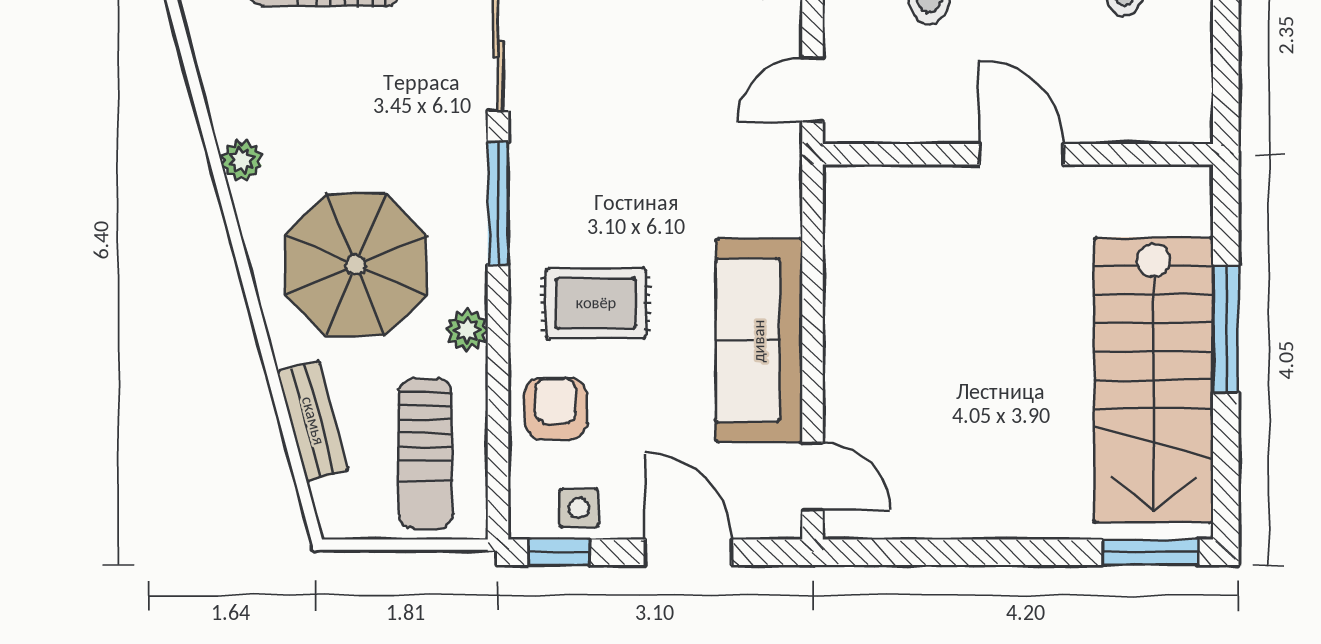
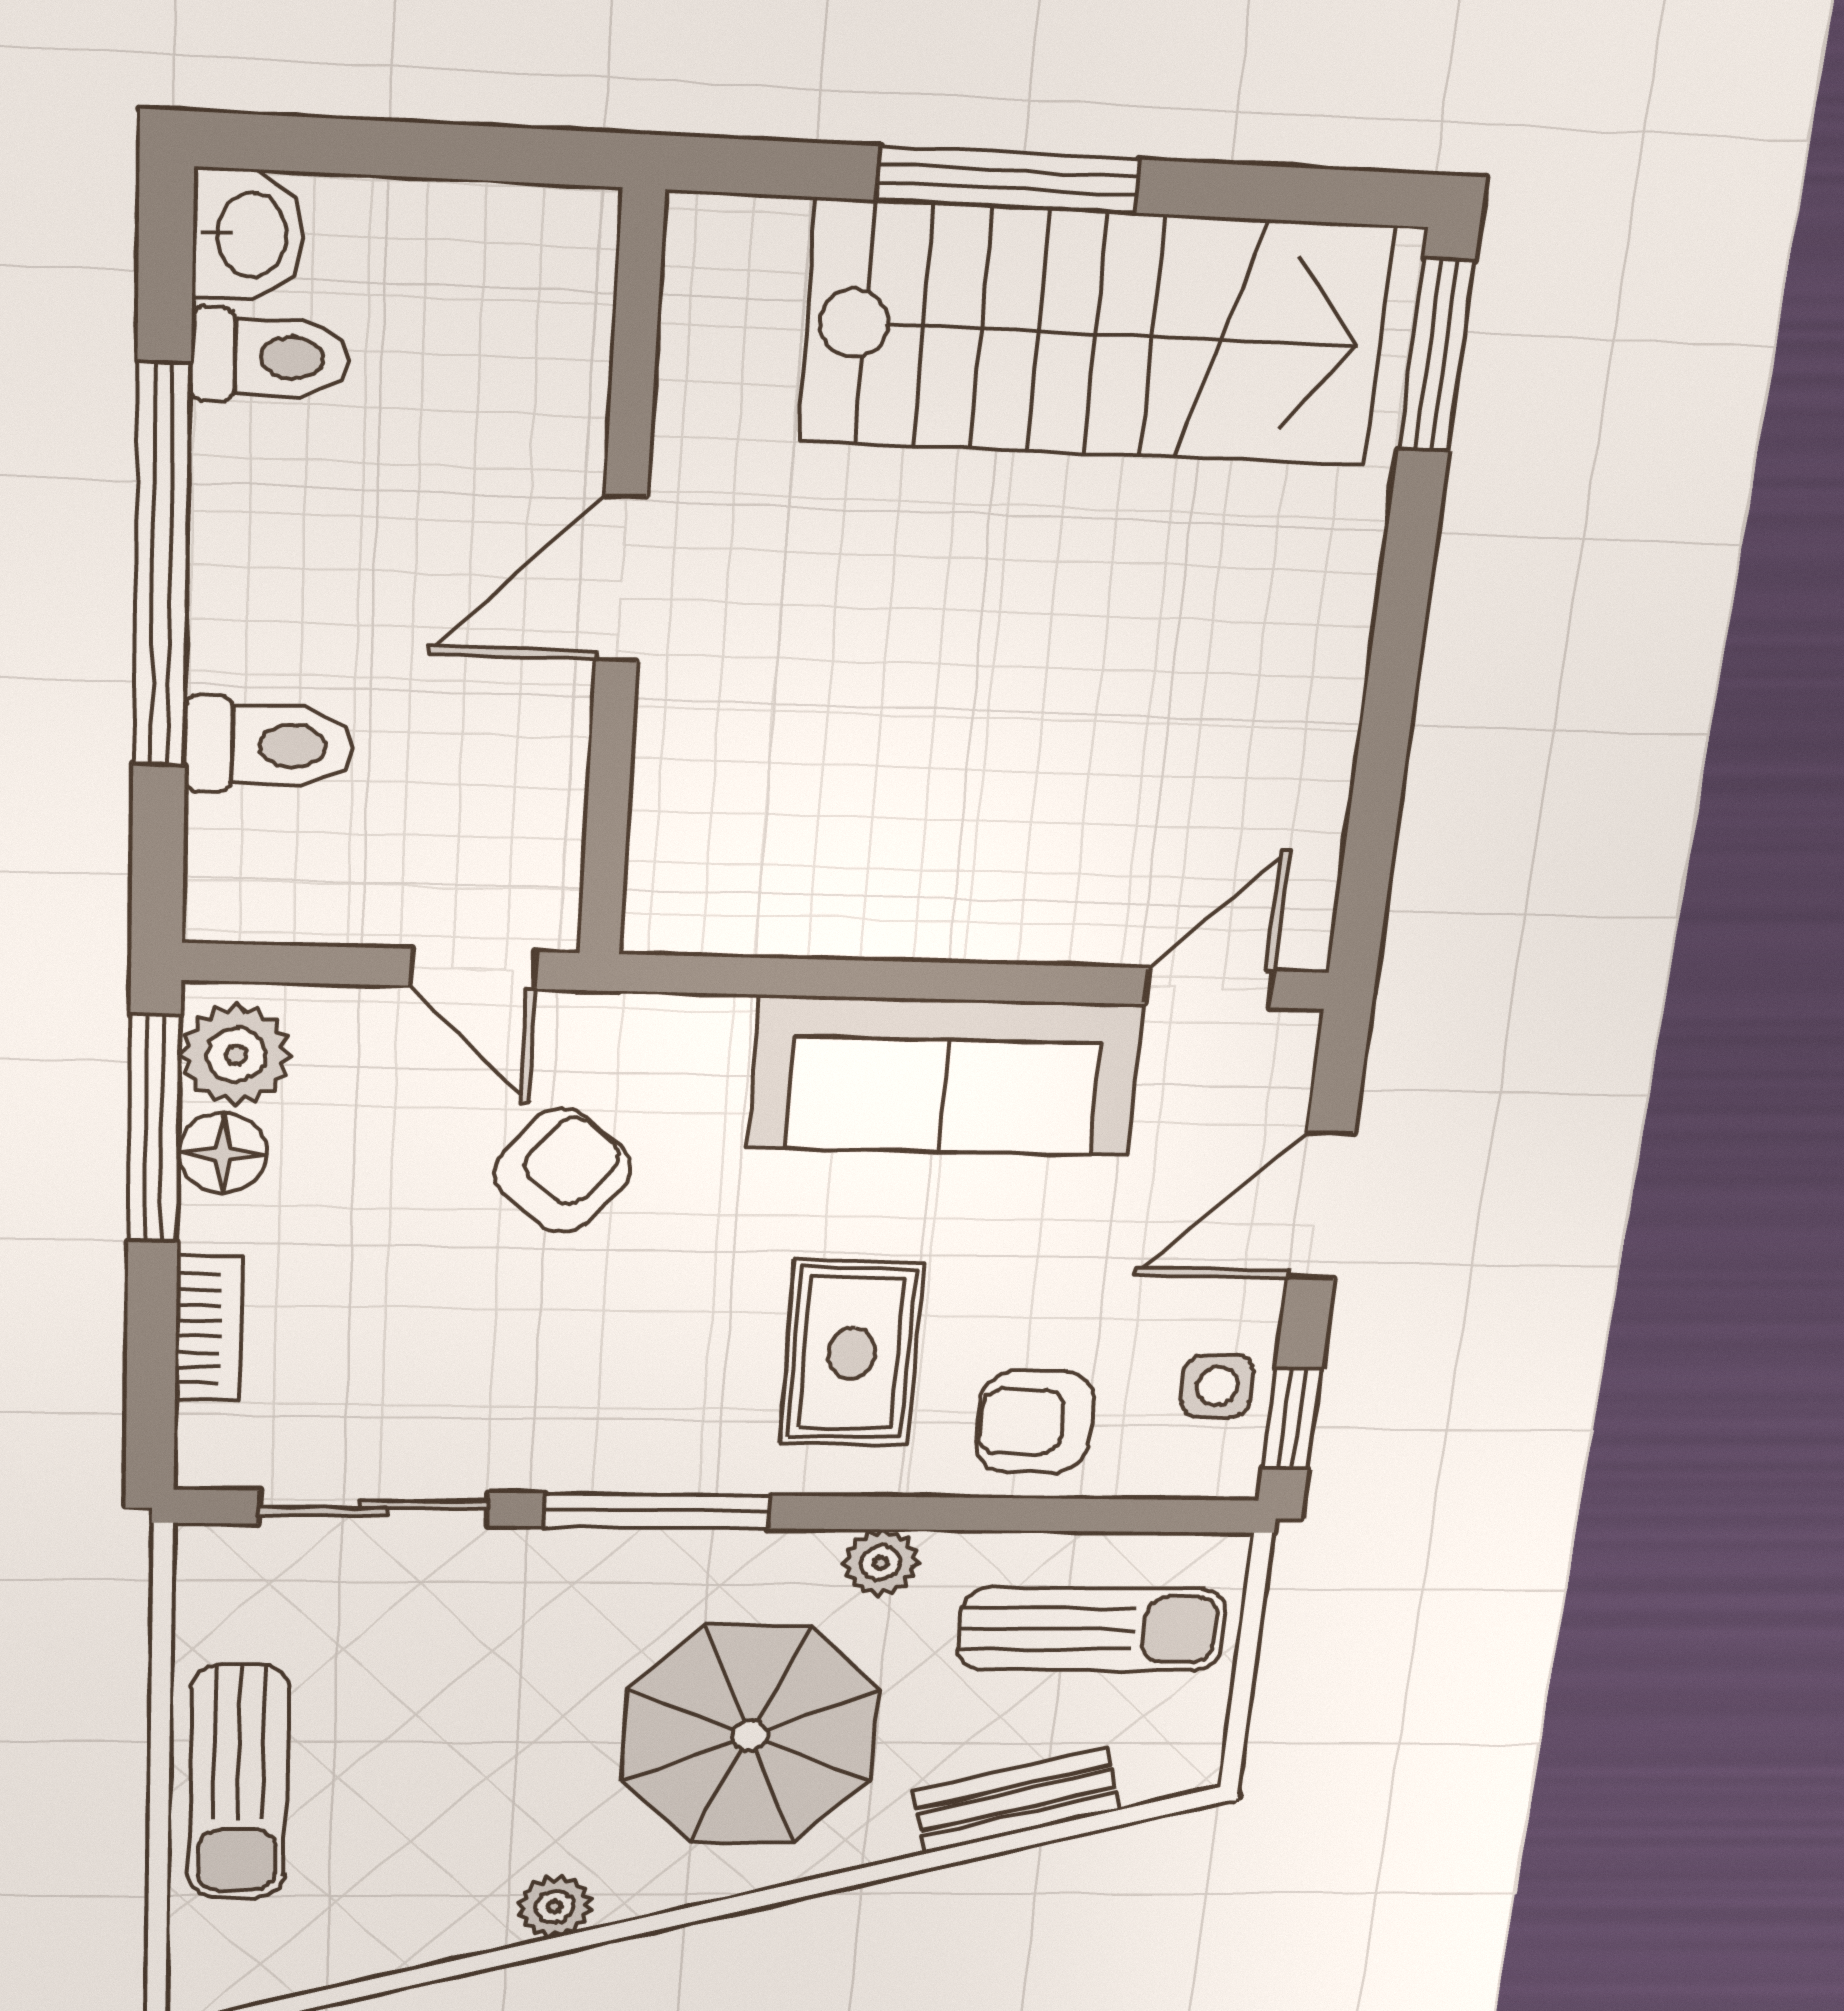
armchair: (700, 141) -> (562, 1170), added

